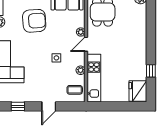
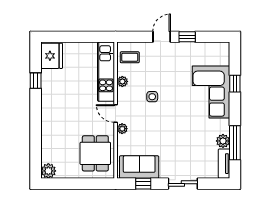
armchair: (34, 21) -> (180, 142), removed
door: (86, 44) -> (116, 114), swing flipped
window: (18, 106) -> (187, 37), moved

